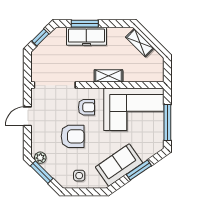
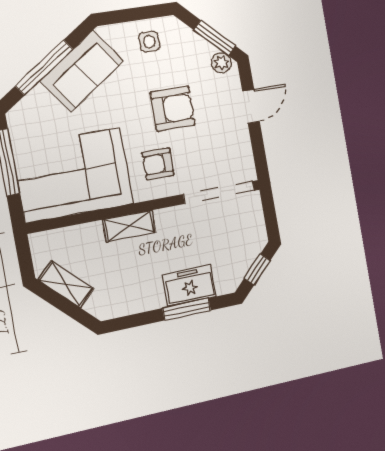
freezer: (86, 36) -> (190, 286), width x0.71
shelving: (140, 43) -> (66, 284), moved
door: (27, 116) -> (251, 106), moved
armchair: (73, 136) -> (173, 109), turned 180
window: (139, 170) -> (44, 67), width x1.44

